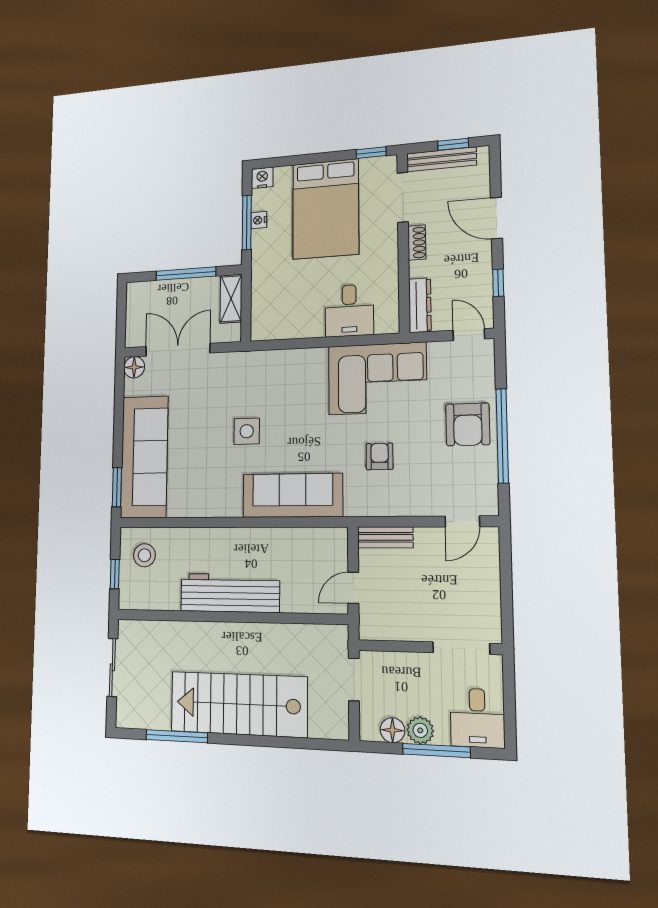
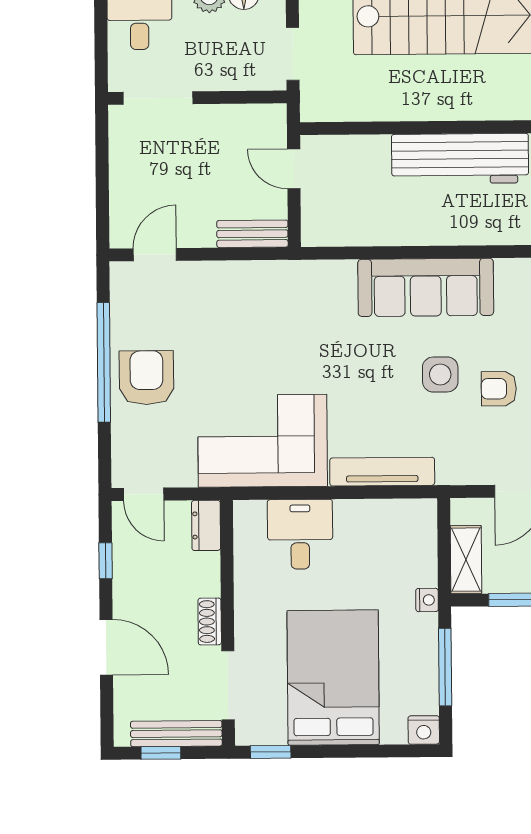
nightstand: (259, 220) -> (427, 600), moved
dresser: (420, 305) -> (206, 525), width x0.70
tv unit: (289, 359) -> (382, 472), added
armchair: (380, 456) -> (499, 389), moved, turned 90
sofa: (293, 495) -> (426, 287), moved
door: (353, 588) -> (294, 169), swing flipped

